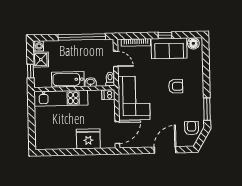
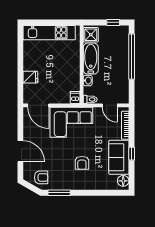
window: (82, 37) -> (132, 57), moved
washing machine: (38, 46) -> (124, 30), removed
door: (116, 59) -> (110, 105), hinge flipped
shower: (41, 60) -> (91, 35), moved
window: (30, 71) -> (113, 22), moved
kitchen unit: (61, 98) -> (49, 33), moved, turned -90
fridge: (88, 139) -> (30, 77), width x0.53, depth x0.75

